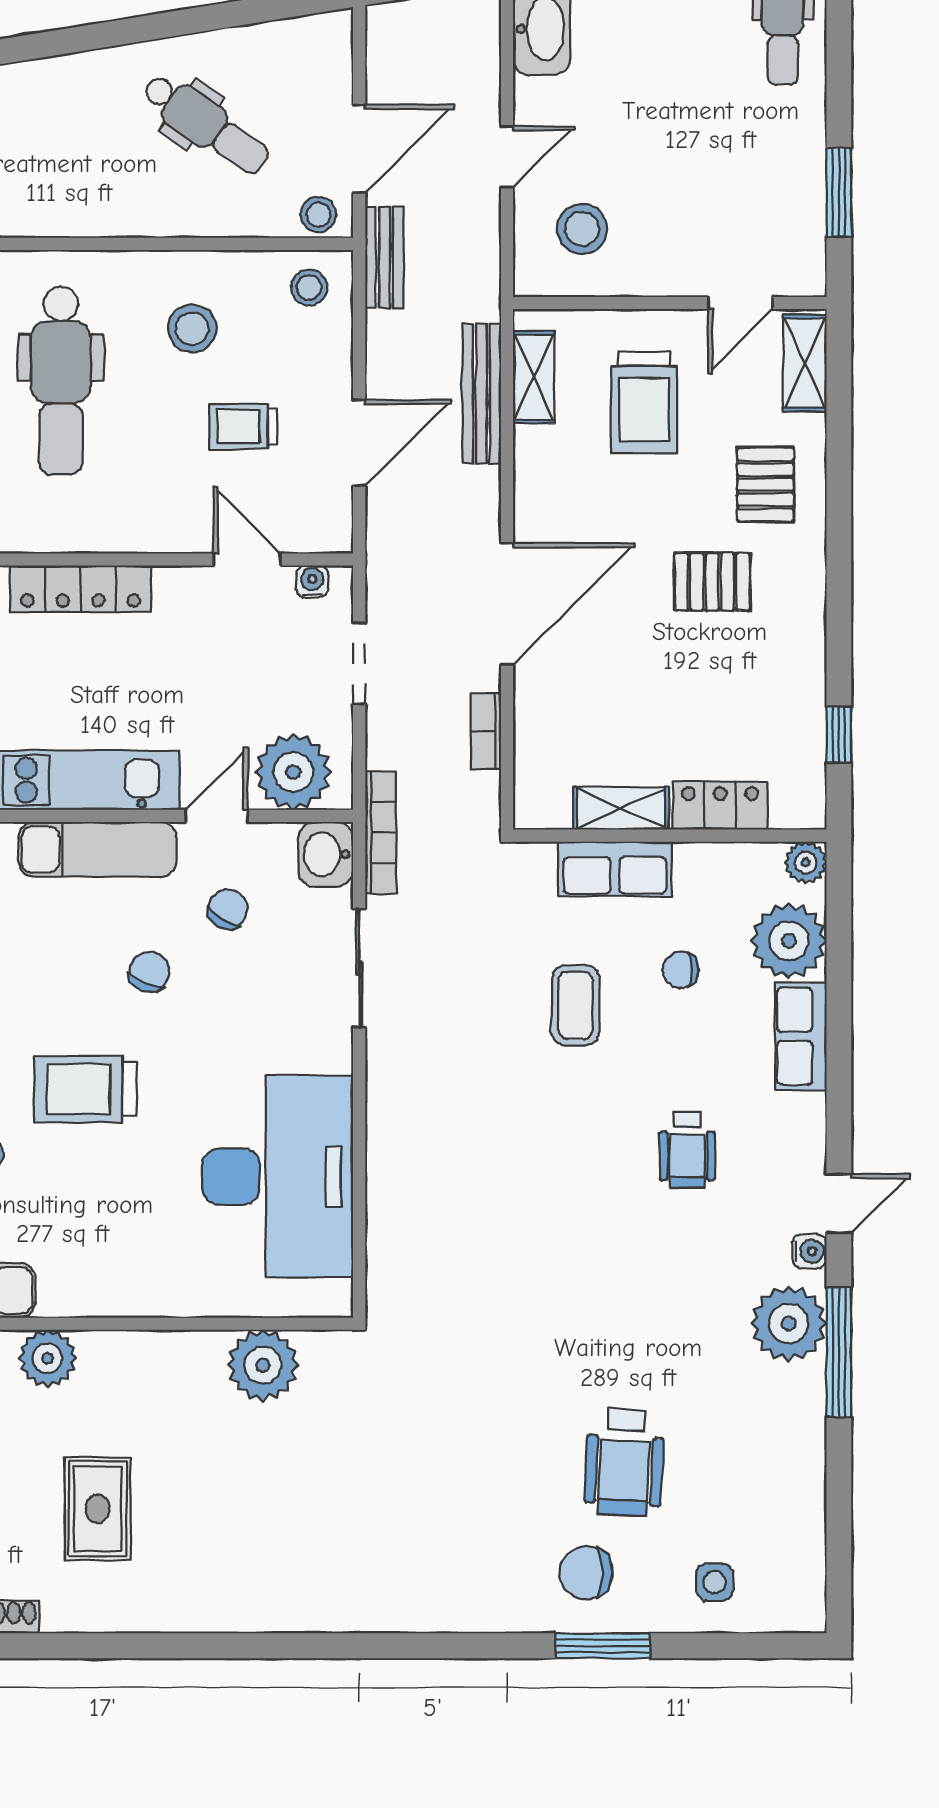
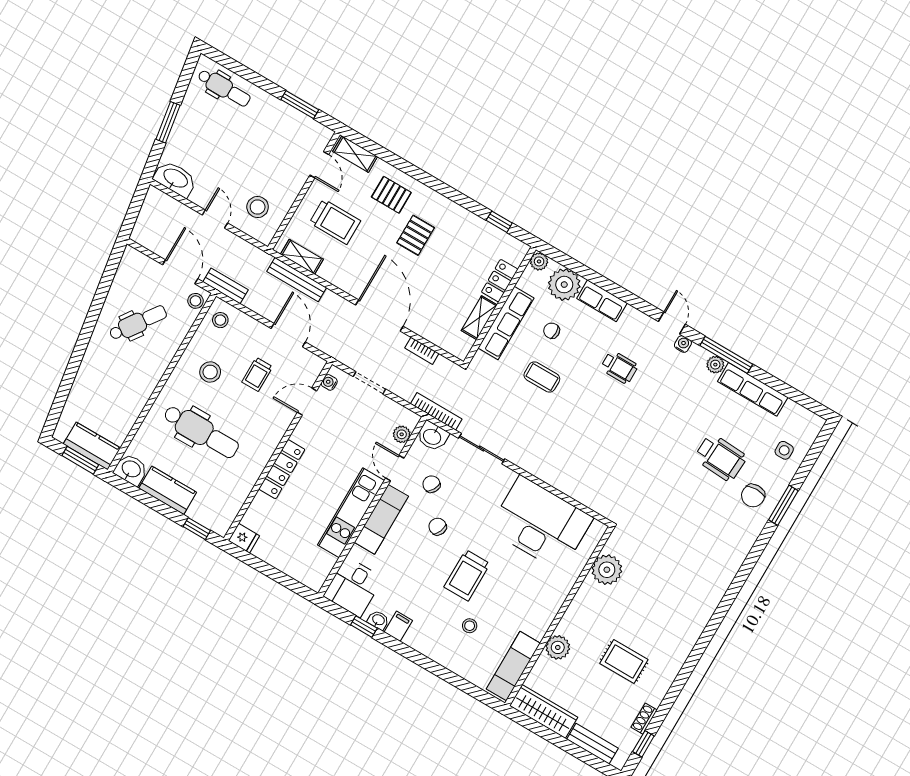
plant: (293, 772) -> (402, 434), width x0.53, depth x0.53
row of seats: (615, 869) -> (506, 323), width x1.48
chair: (681, 970) -> (552, 331), turned 90
plant: (789, 1323) -> (715, 365), width x0.53, depth x0.53
row of seats: (800, 1446) -> (753, 389), added

